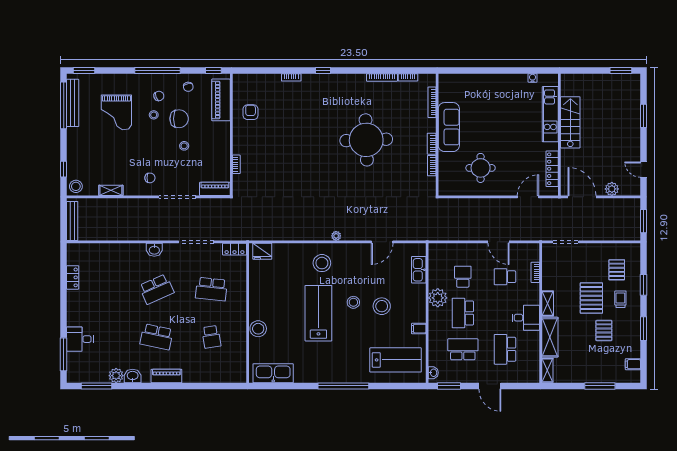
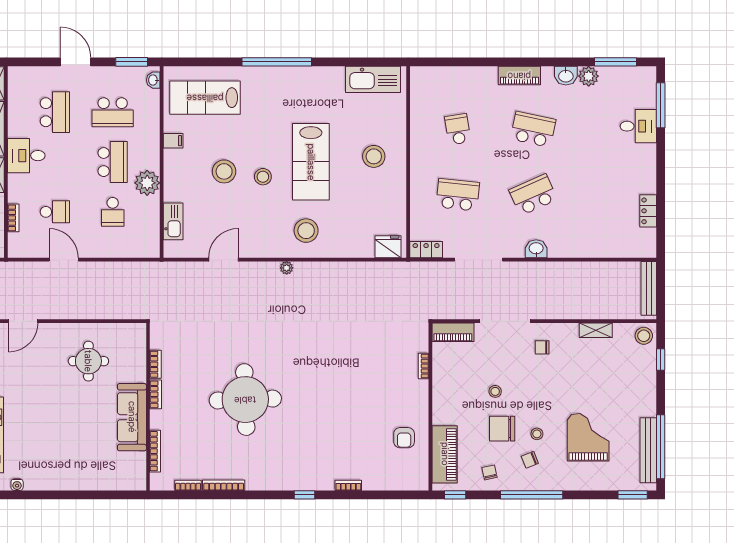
stool: (258, 329) -> (374, 156), moved

